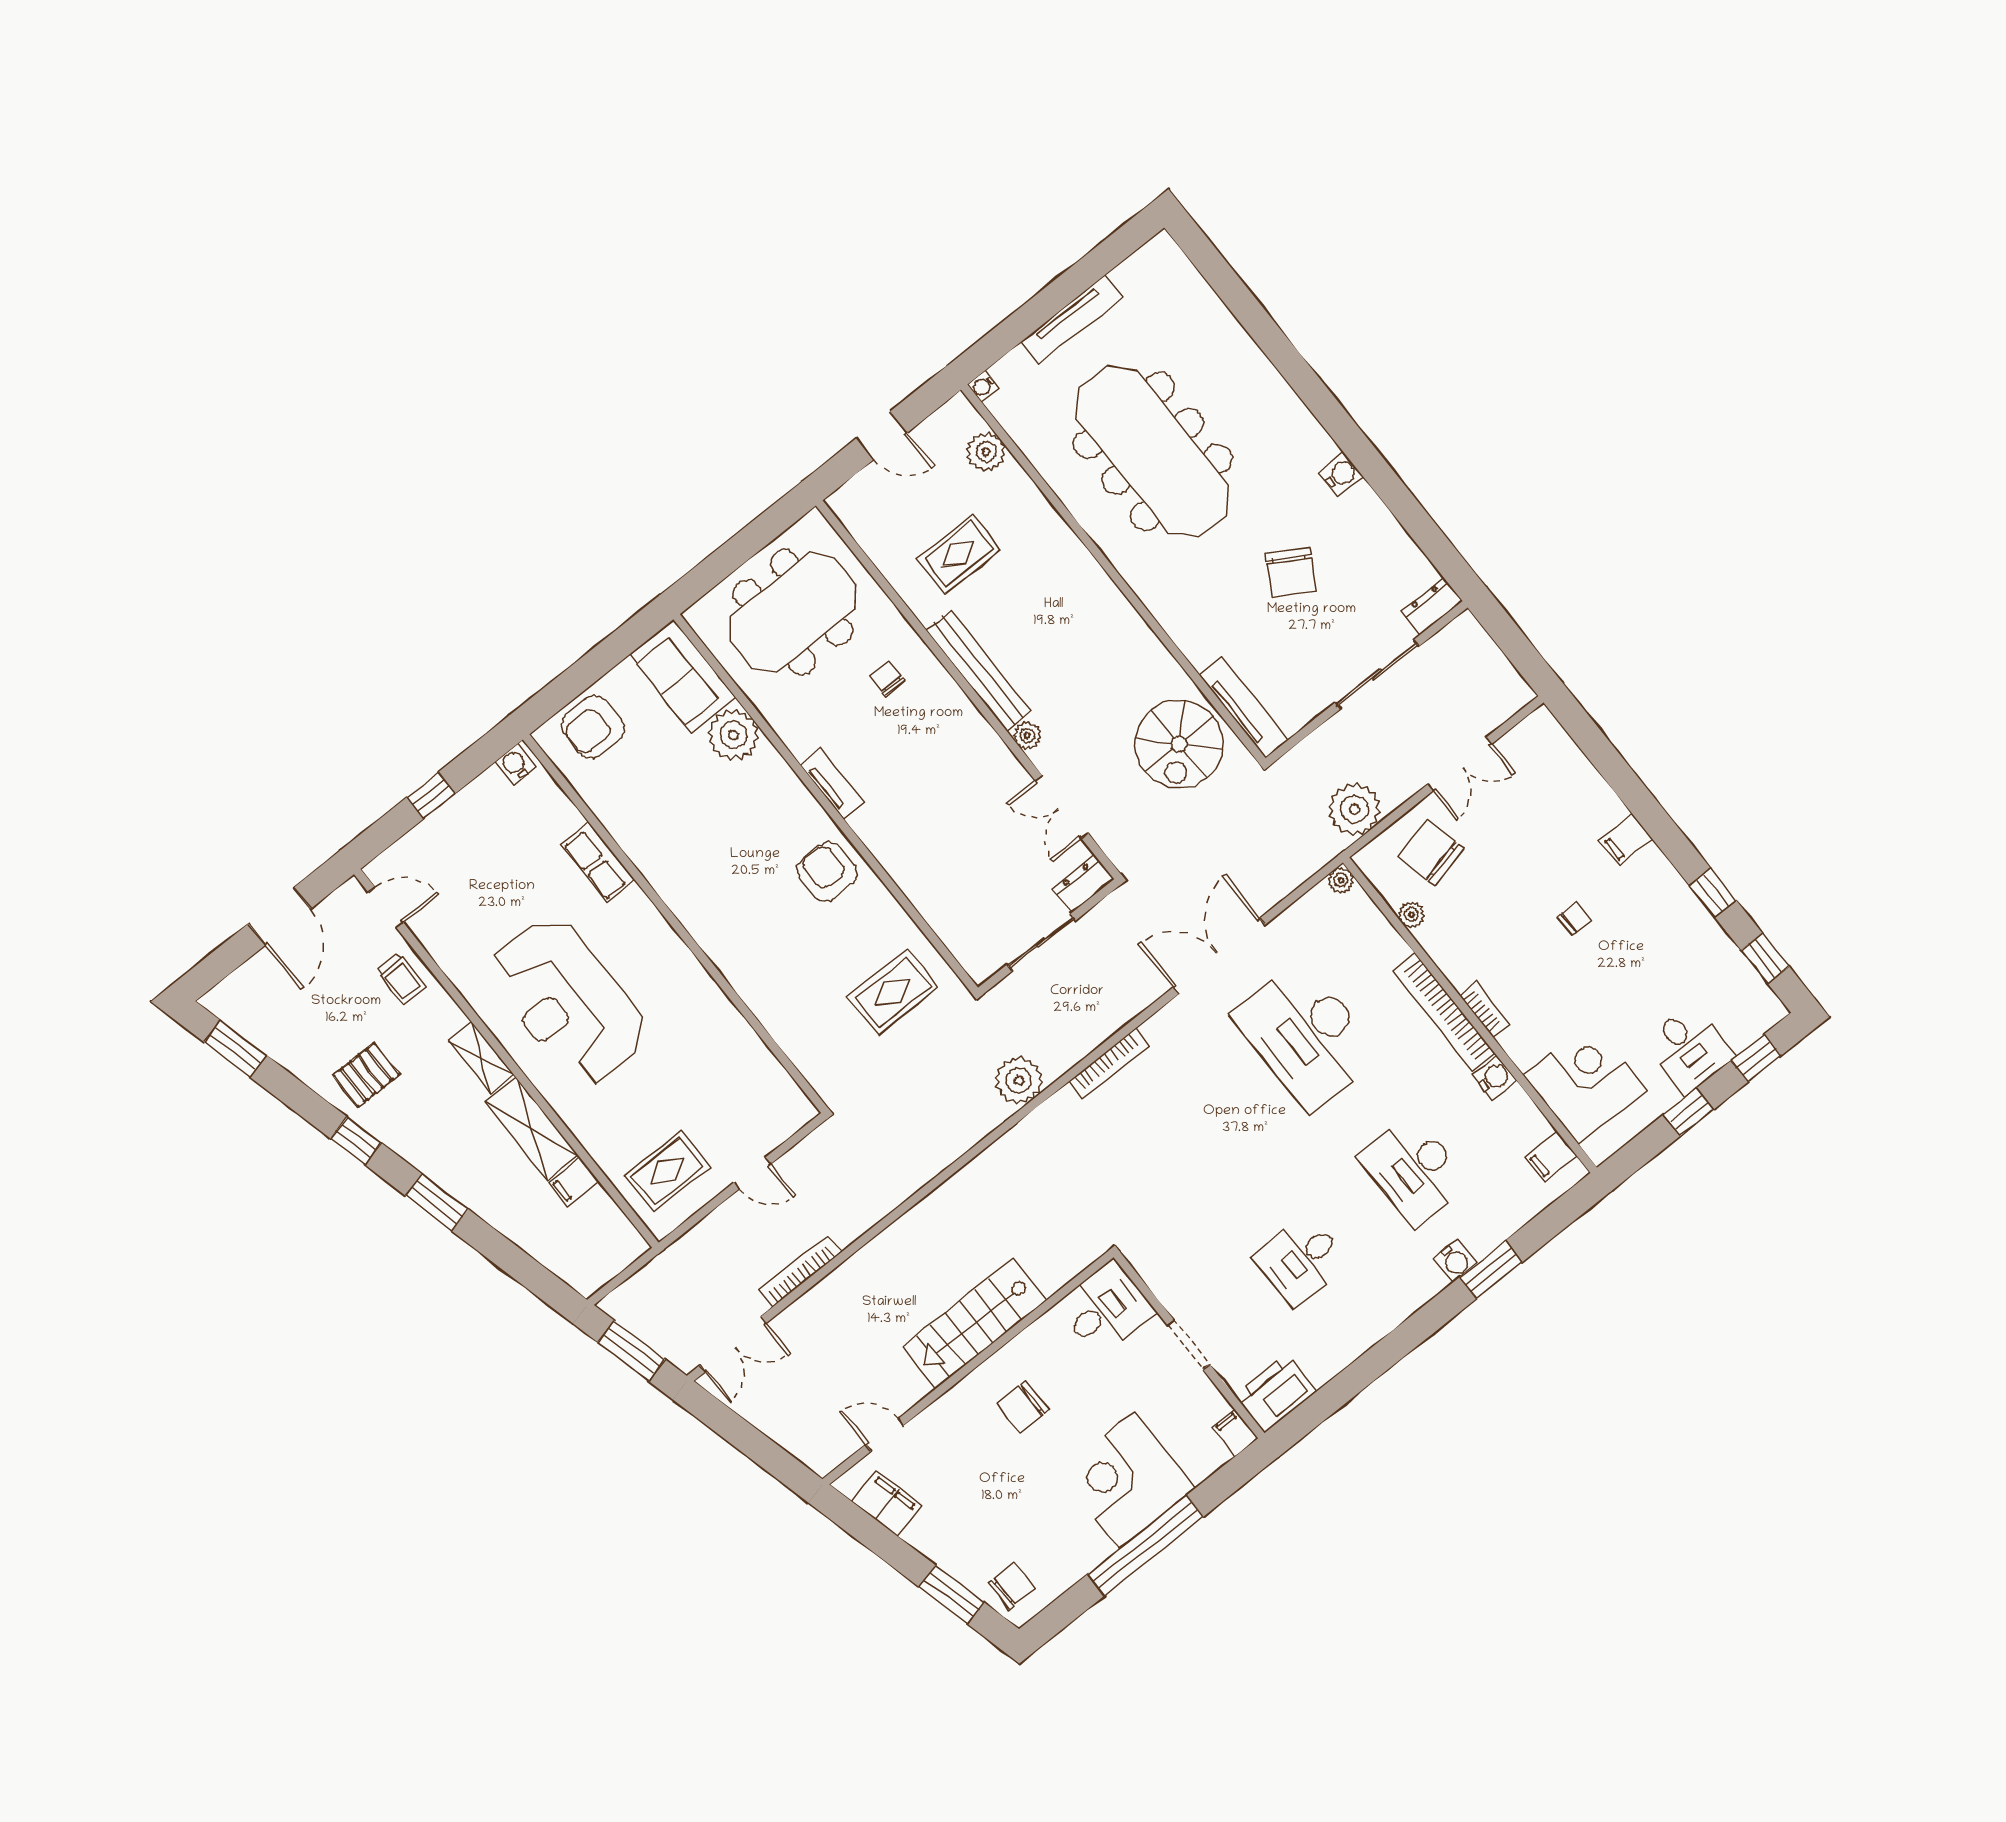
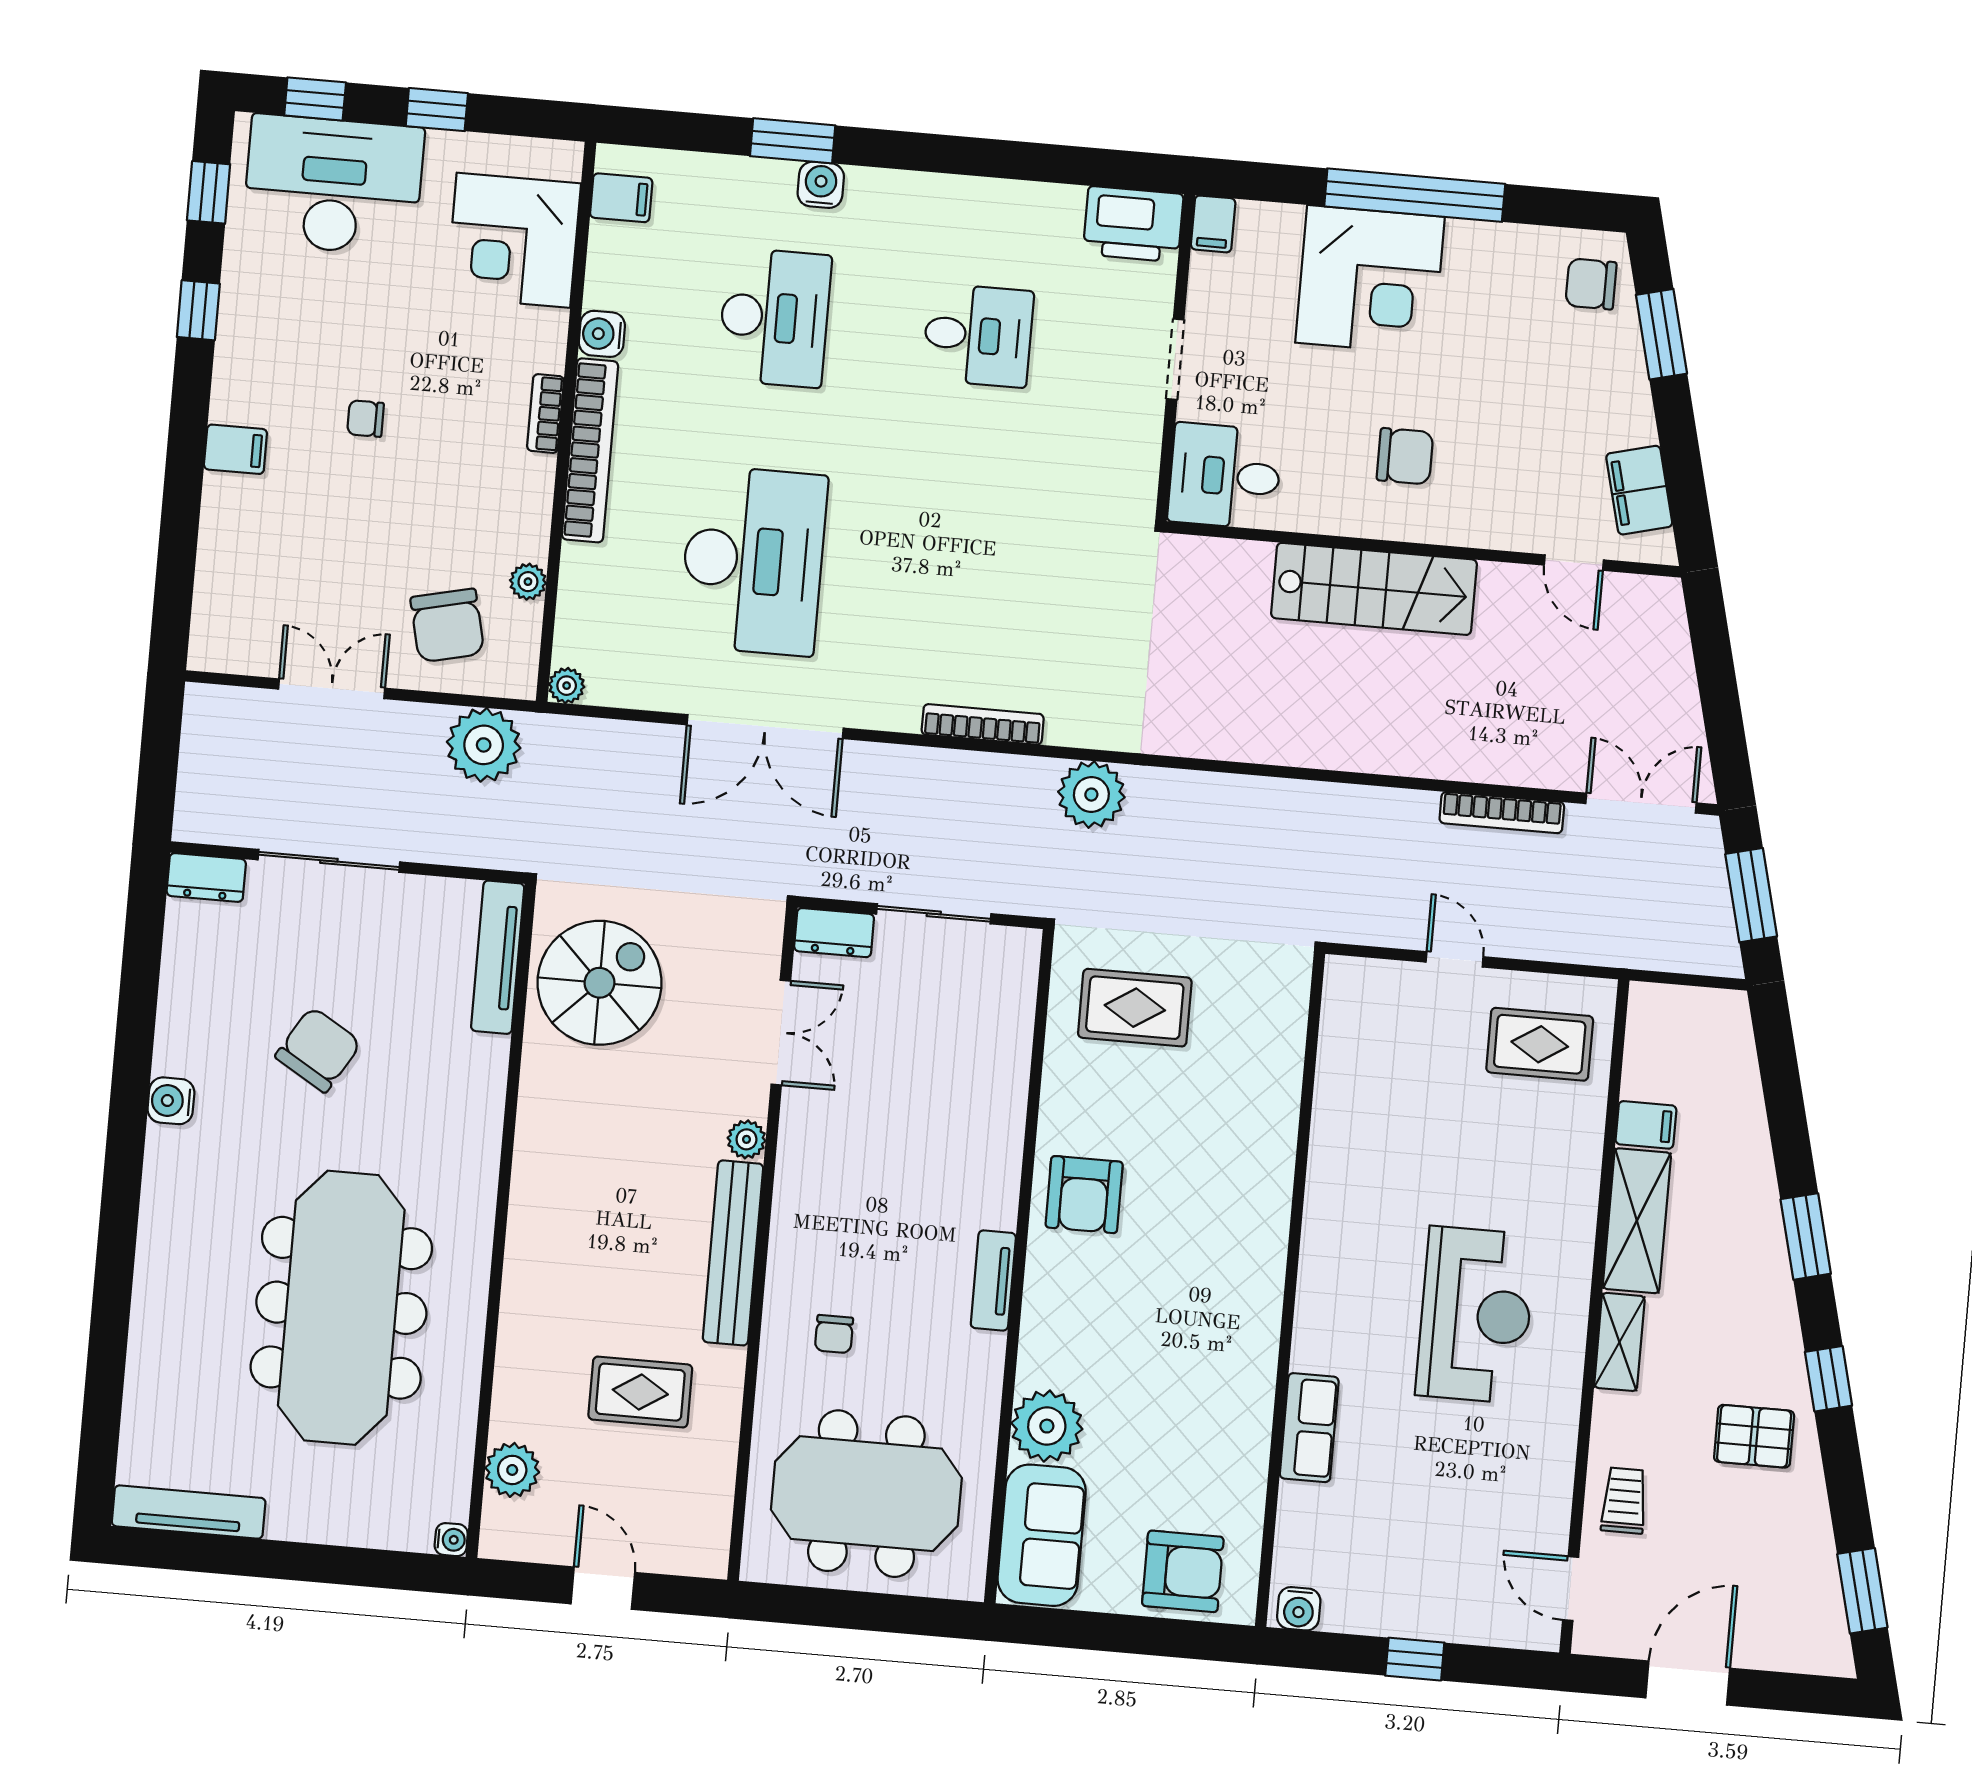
tv unit: (1072, 320) -> (189, 1512), moved
reception desk: (568, 1001) -> (1476, 1315), width x0.74, depth x0.77
desk: (1689, 1049) -> (333, 185), width x1.87, depth x1.30

